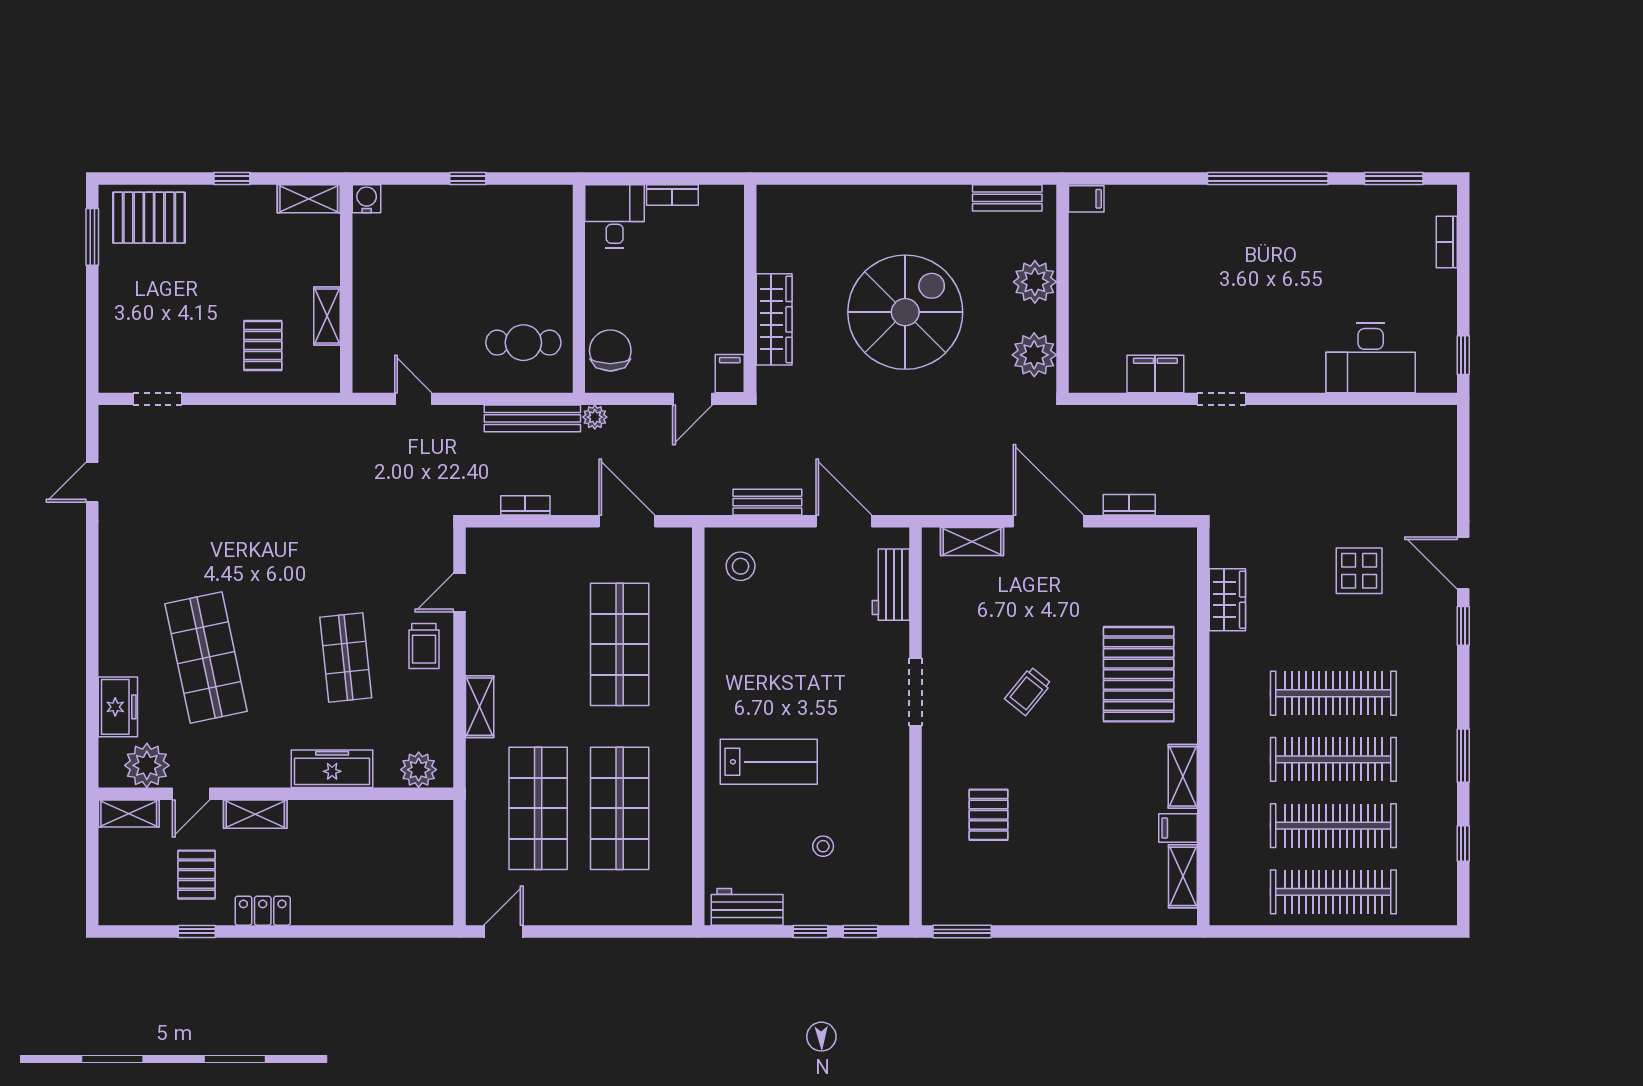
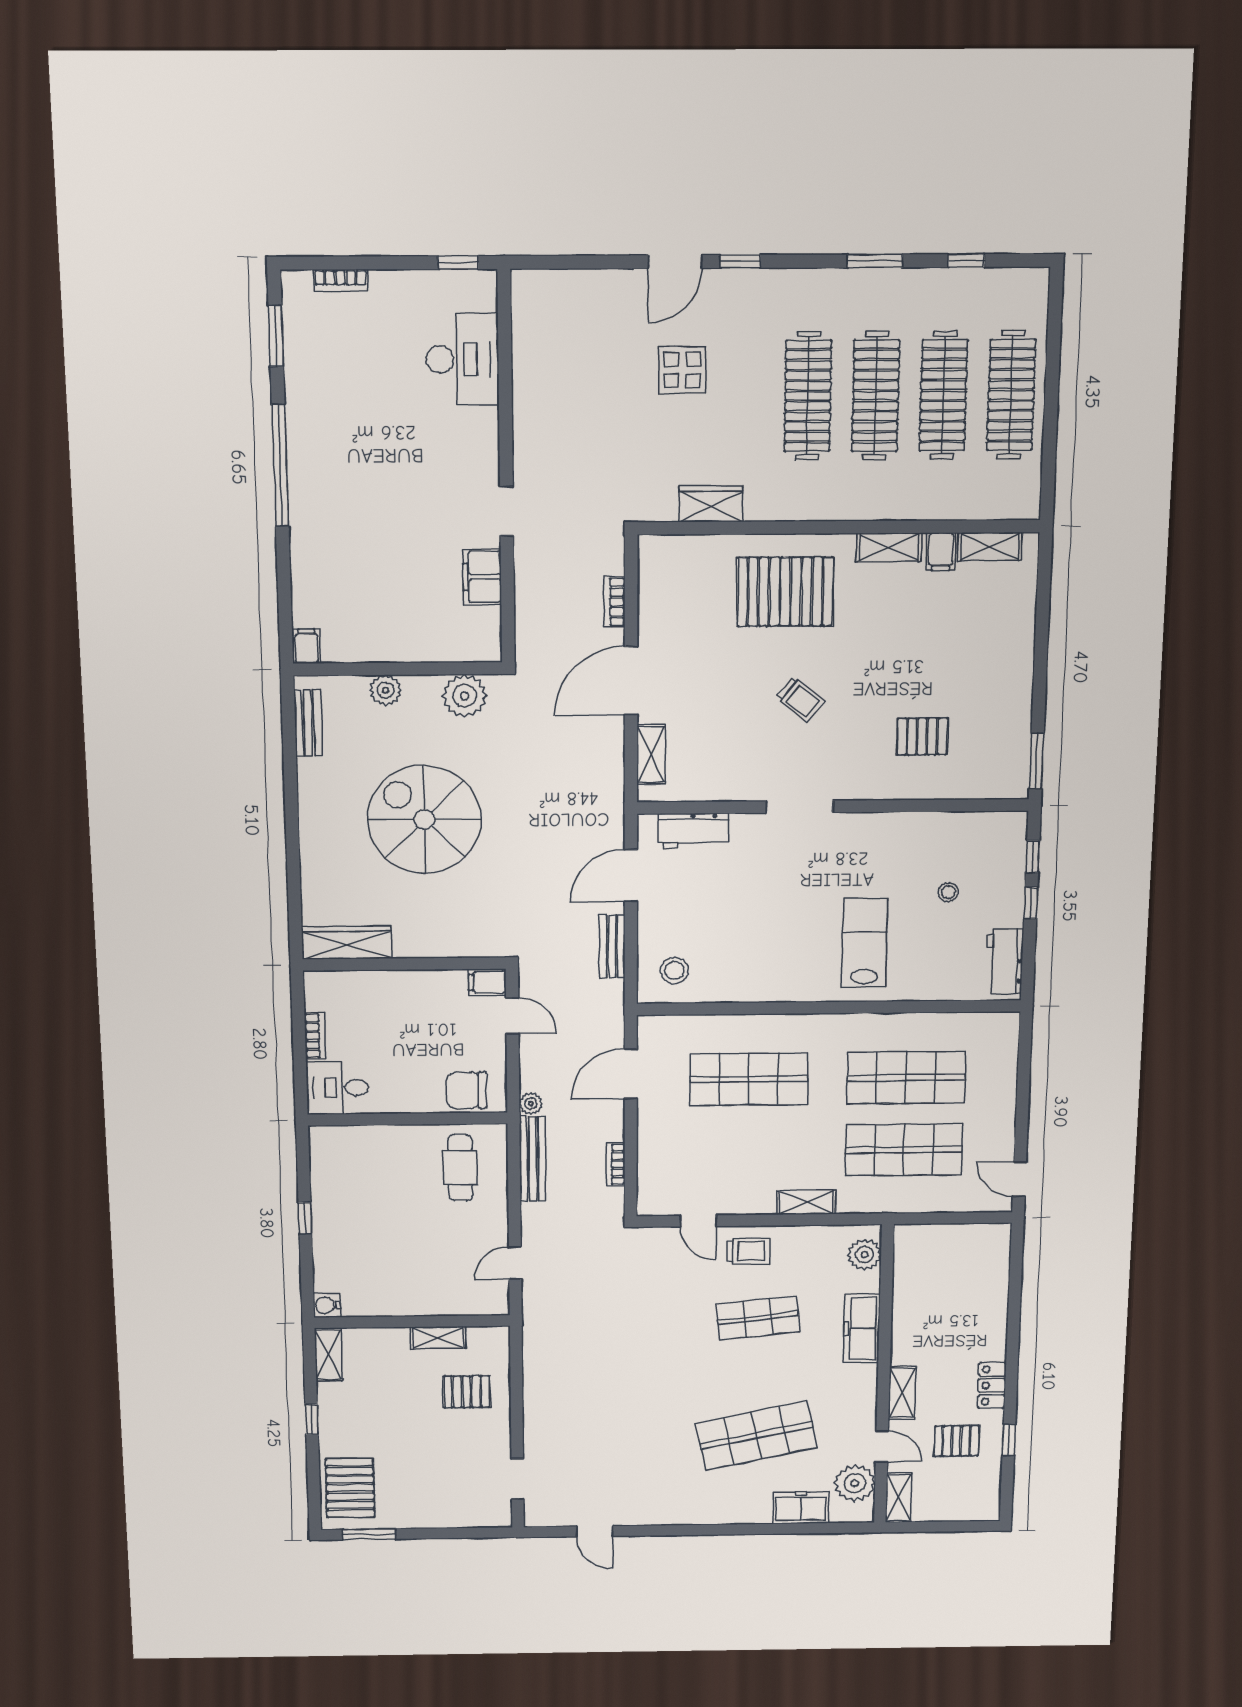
plant: (1035, 282) -> (386, 690), width x0.73, depth x0.73
wardrobe: (774, 319) -> (347, 943), moved

